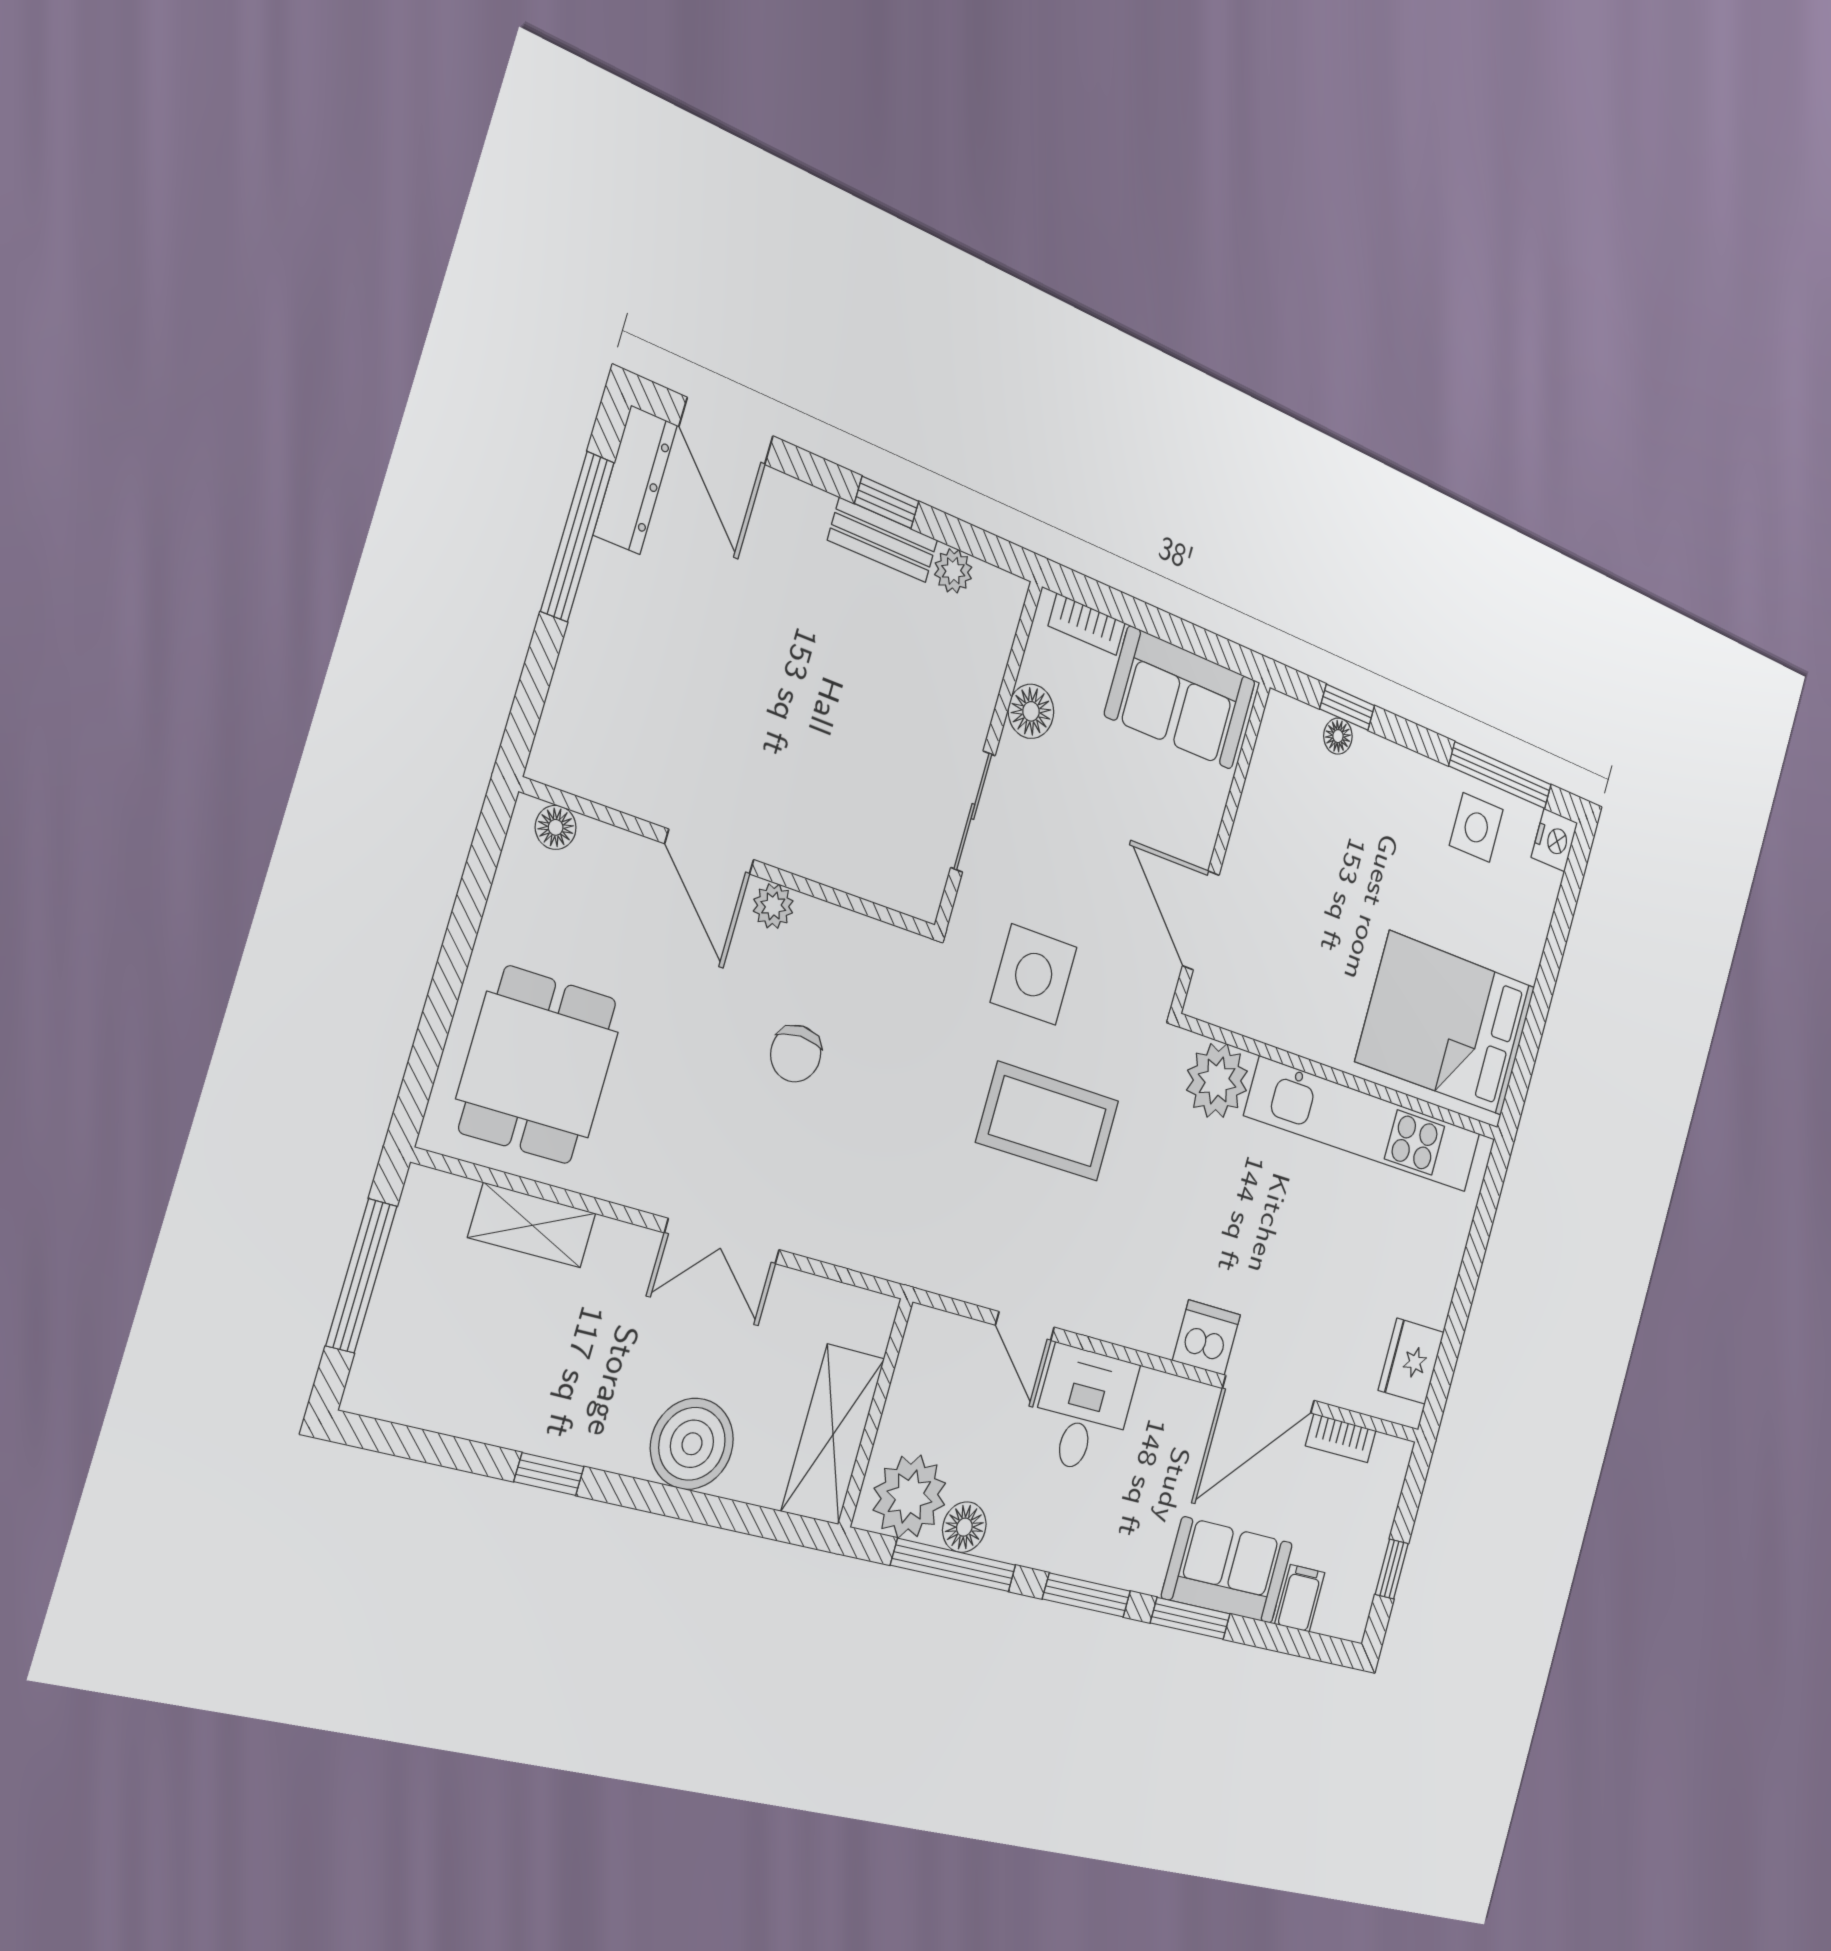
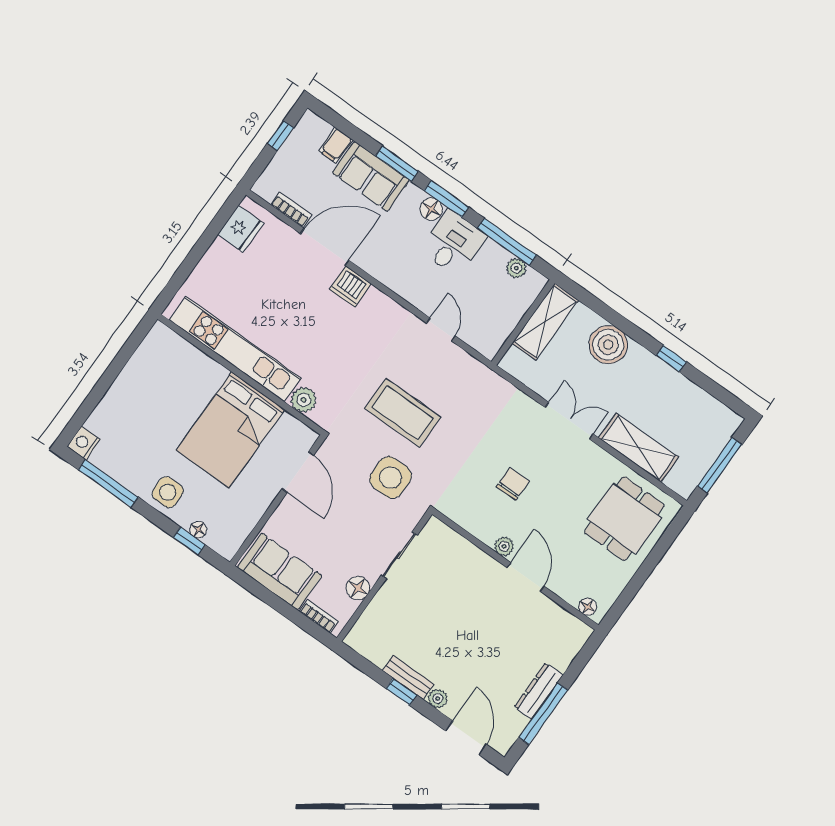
dresser: (635, 480) -> (539, 691), moved
plant: (953, 571) -> (438, 698), moved
side table: (1476, 827) -> (168, 492), moved
bed: (1446, 1024) -> (230, 430), moved, turned 90
plant: (1217, 1081) -> (304, 400), width x0.73, depth x0.73
shelving: (532, 1225) -> (638, 448), width x1.50, depth x1.33
desk: (1083, 1410) -> (453, 243), moved, turned 180
plant: (910, 1497) -> (516, 268), width x0.53, depth x0.53
floor lamp: (964, 1527) -> (431, 209), moved

